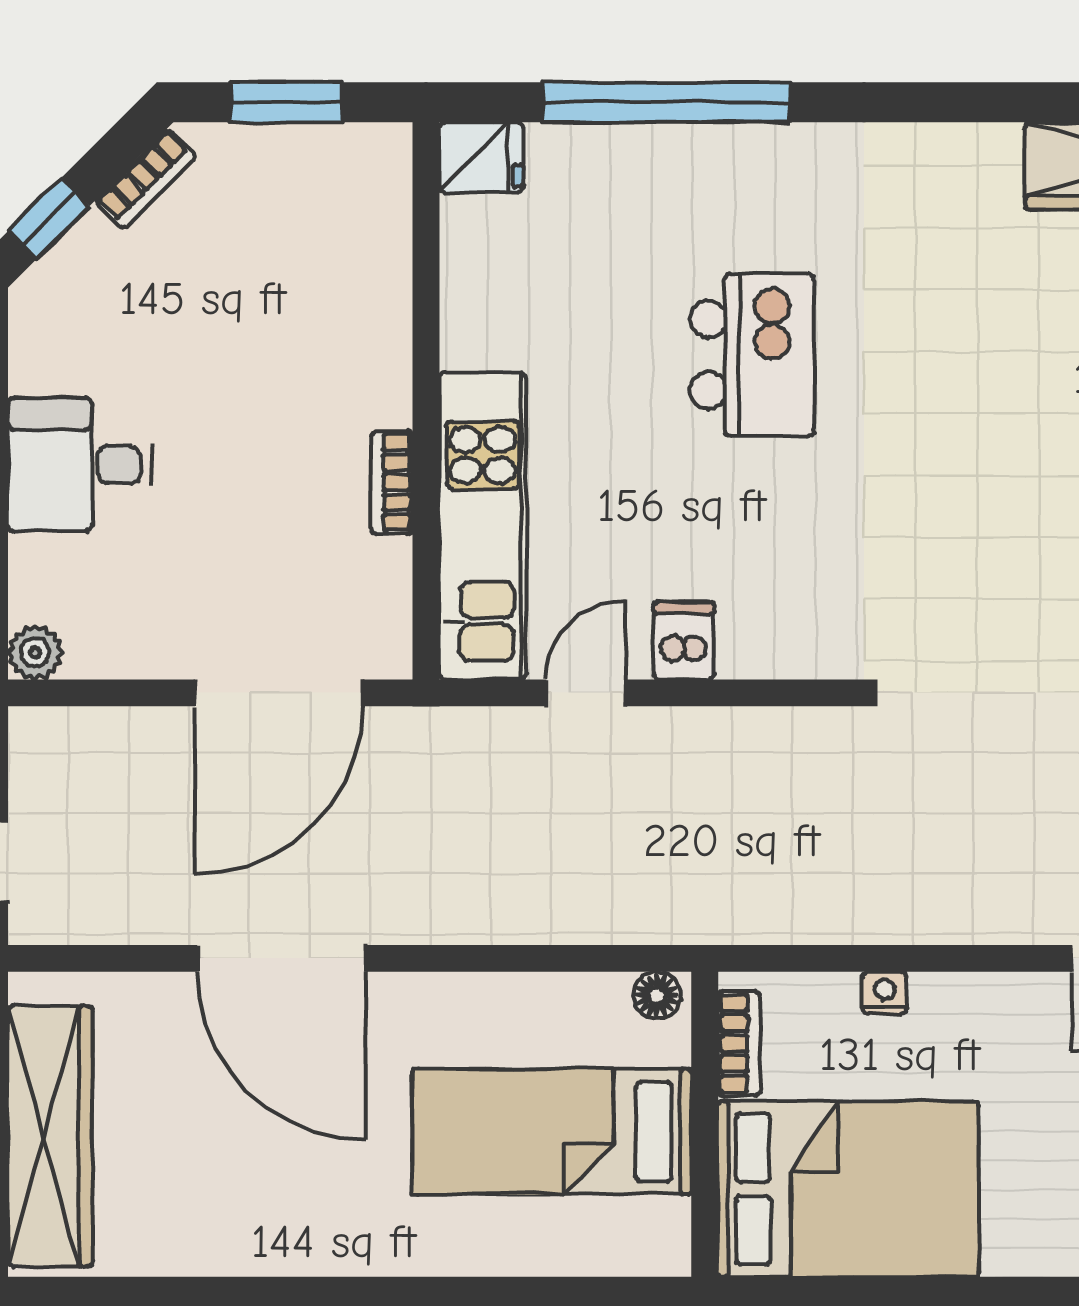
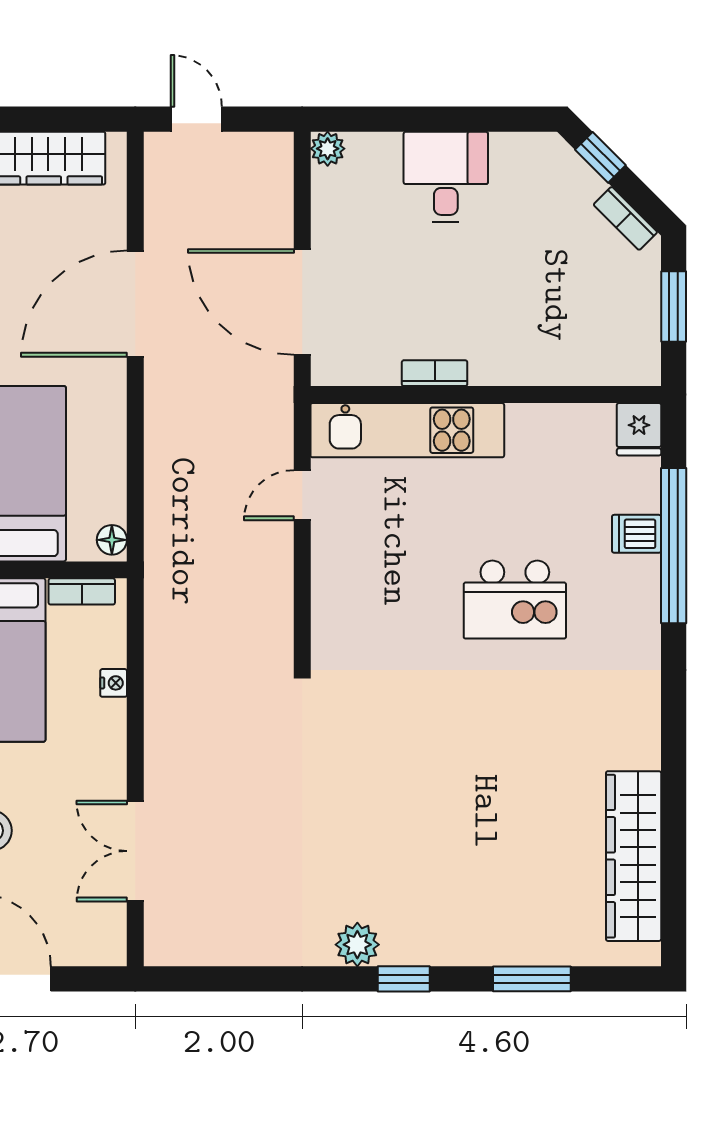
dishwasher: (684, 641) -> (637, 534), moved, turned 180
door: (586, 693) -> (302, 495), swing flipped

